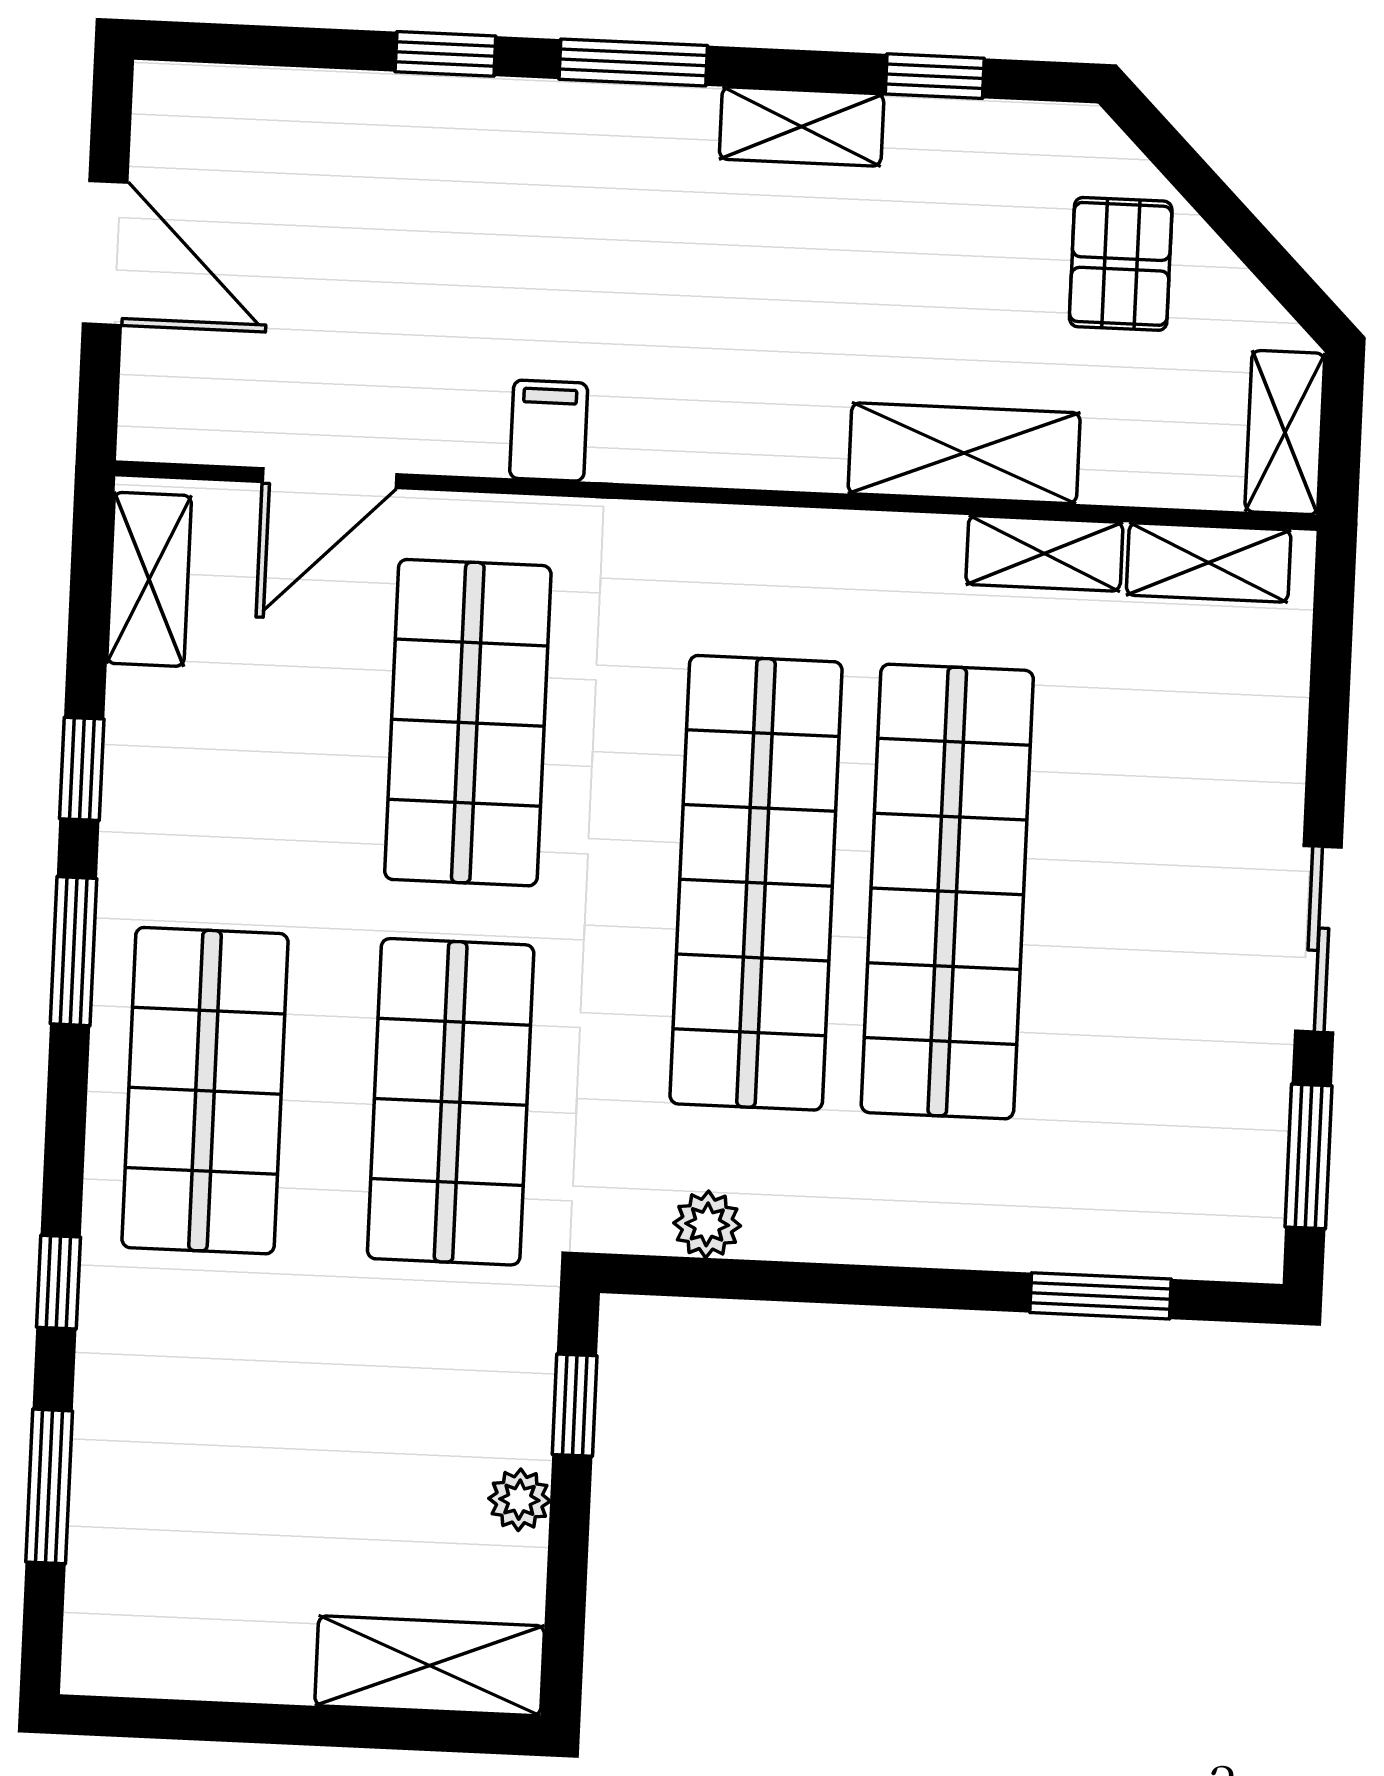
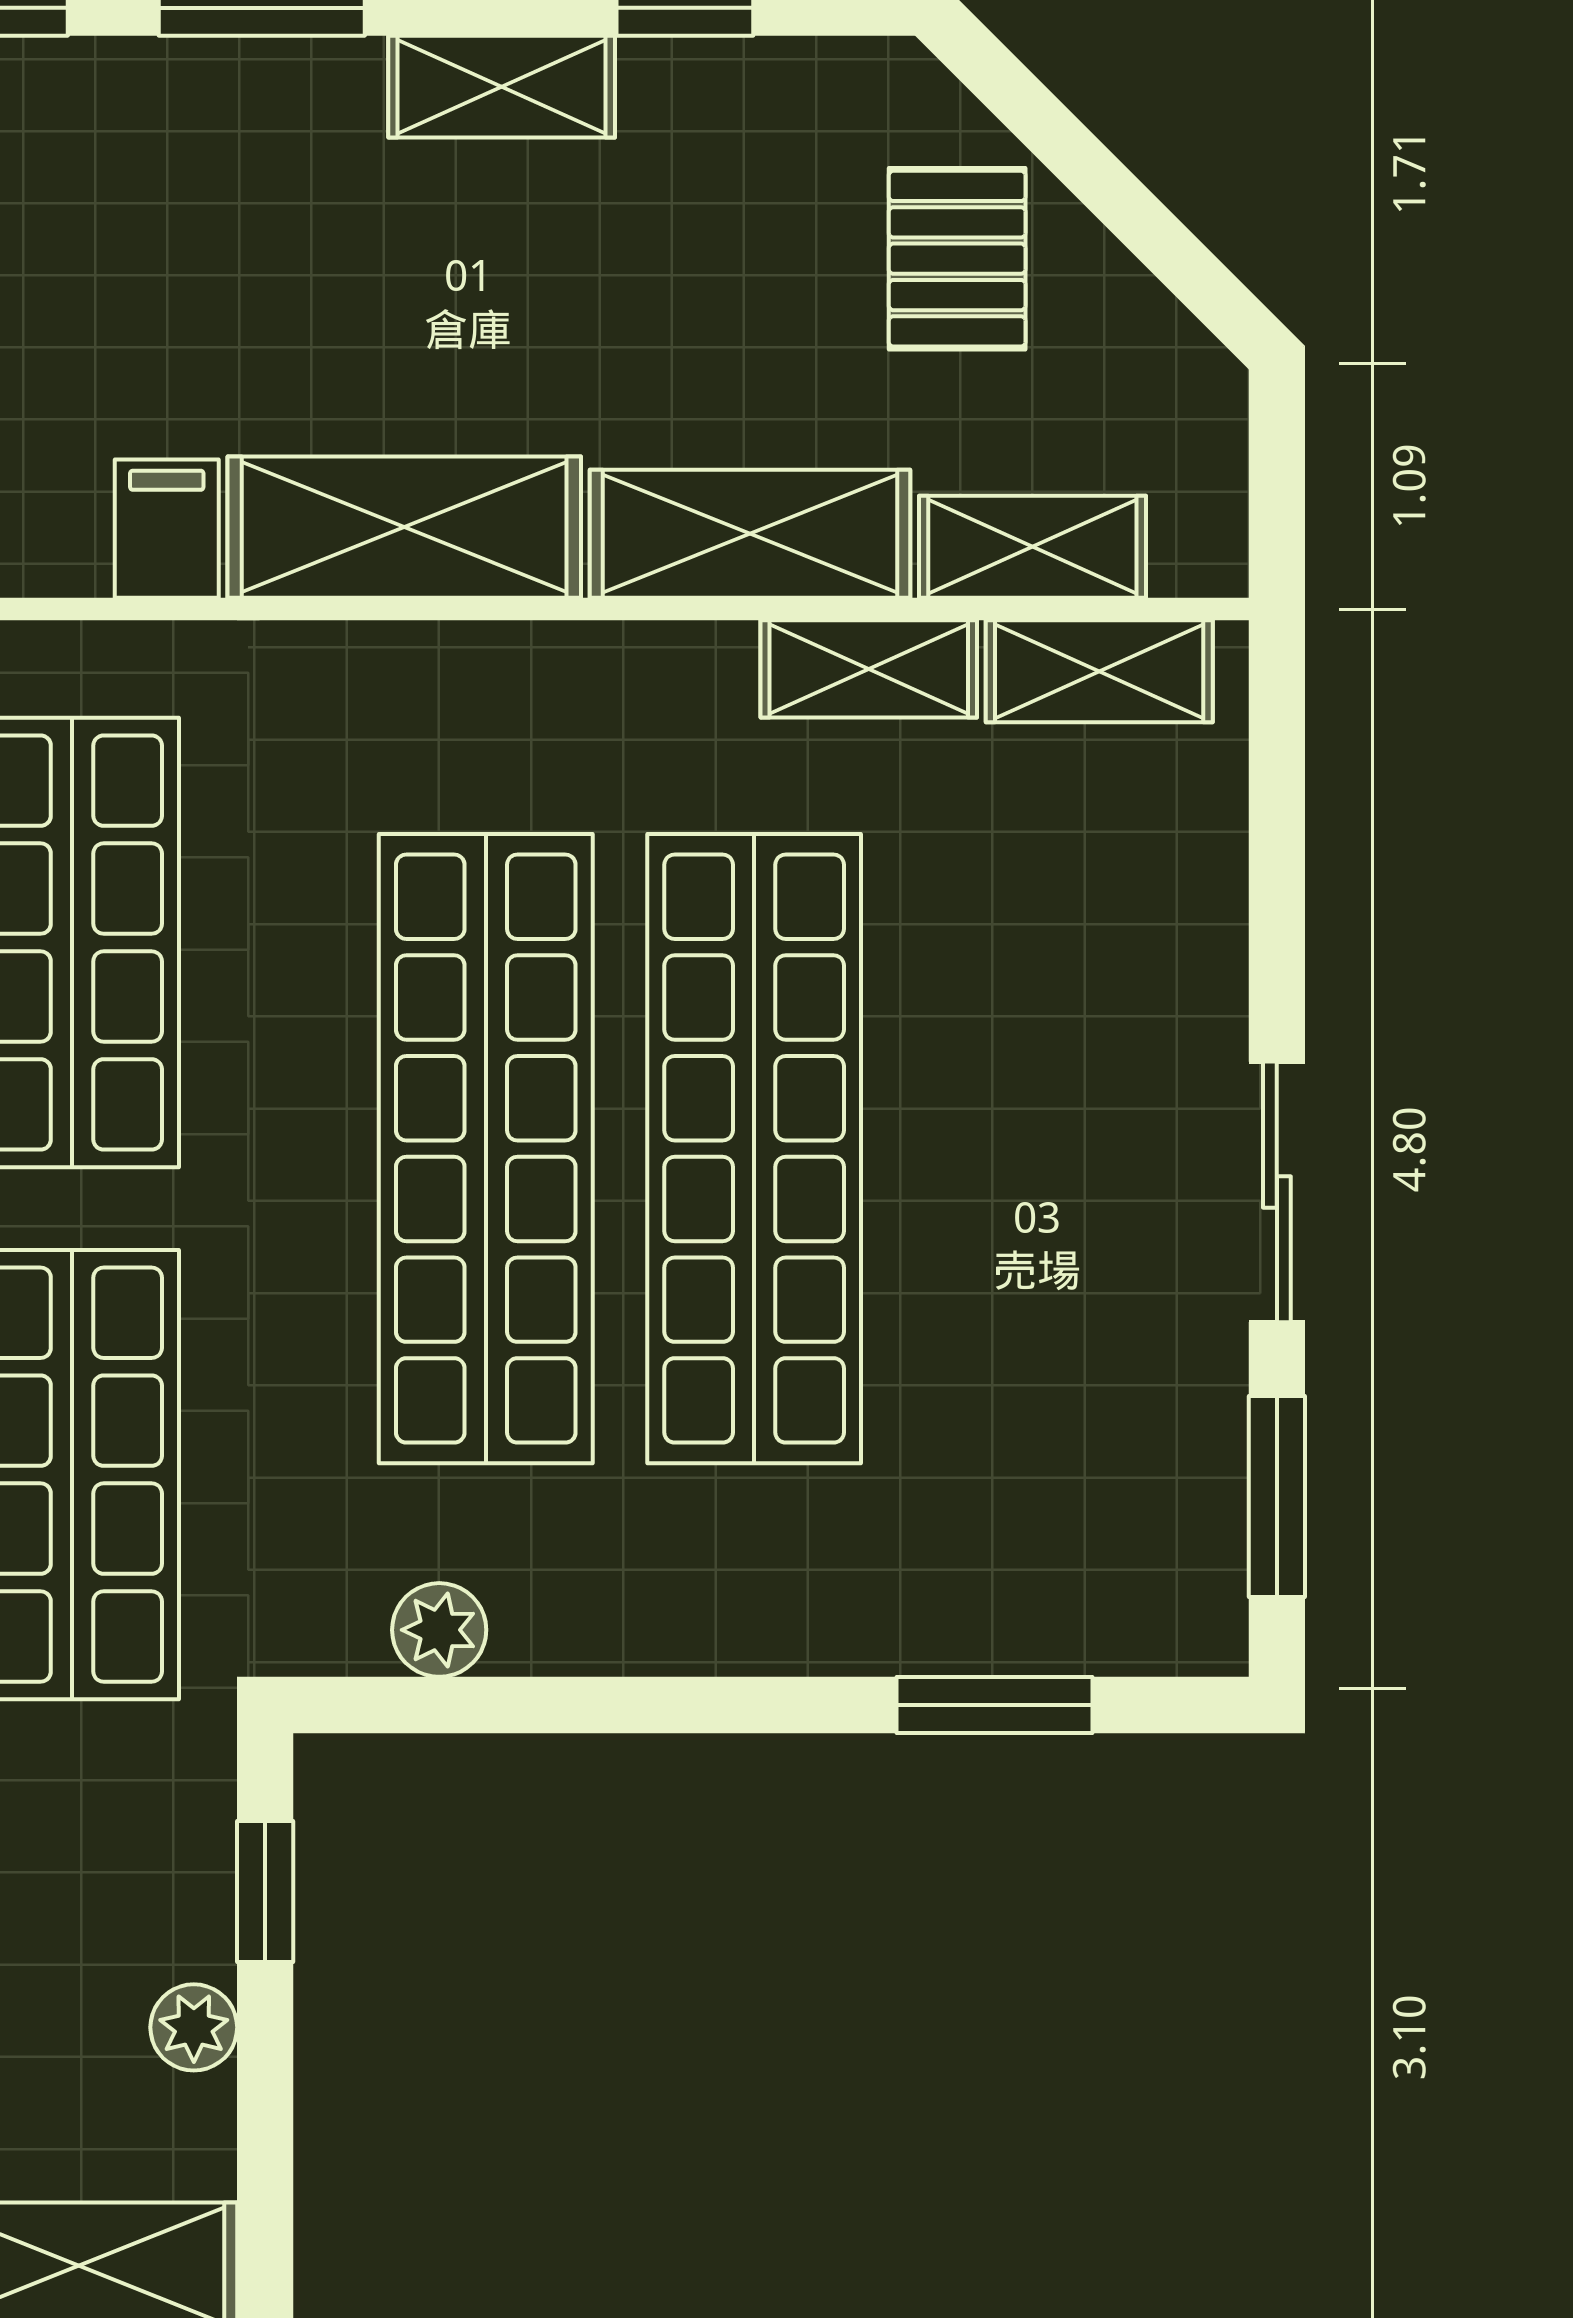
shelving: (1285, 433) -> (1032, 547), moved, turned 90
shelving: (718, 437) -> (404, 527), added

